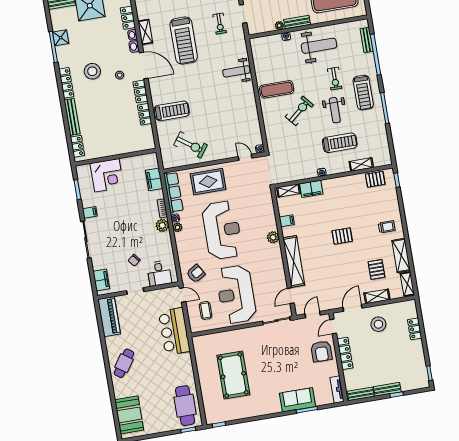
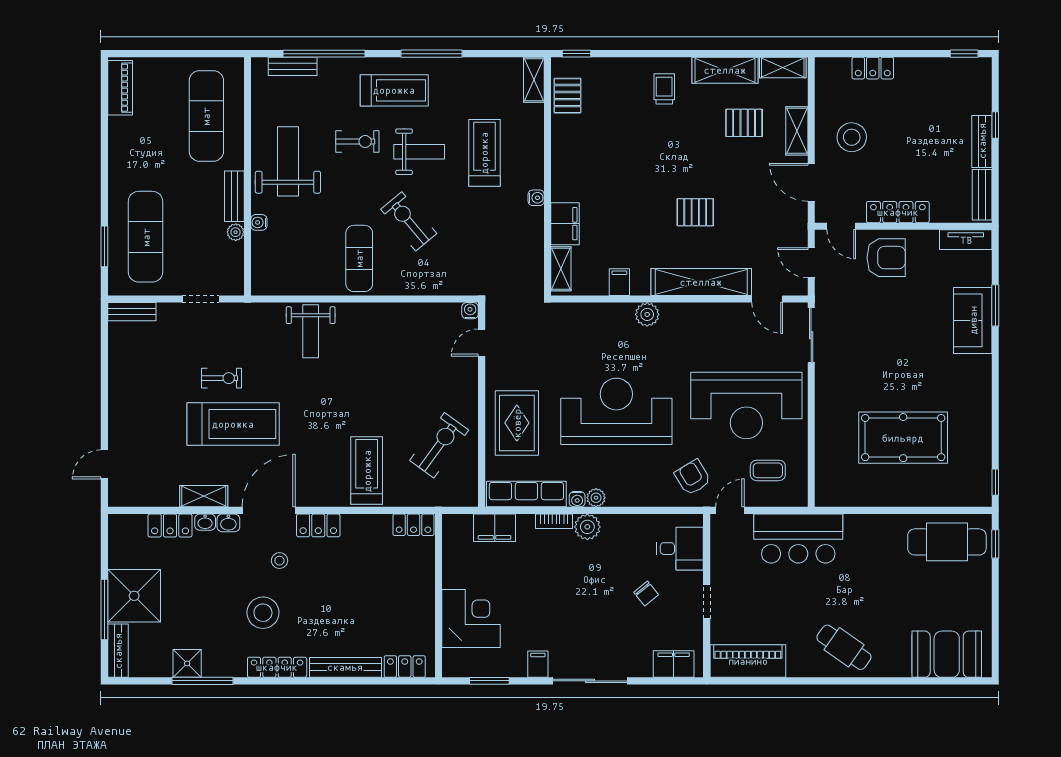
exercise bike: (220, 24) -> (222, 378), moved
locker: (145, 114) -> (414, 525), moved
shelving: (361, 164) -> (534, 80), moved
pallet: (342, 236) -> (695, 212), moved, turned 90

